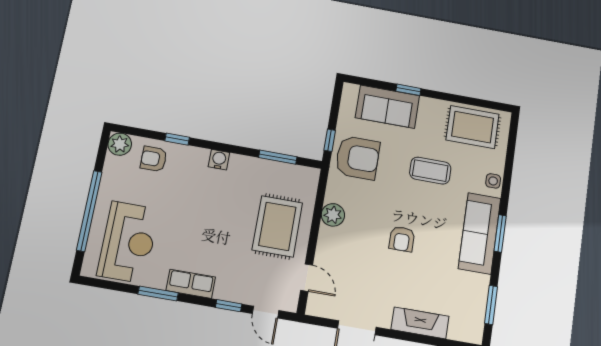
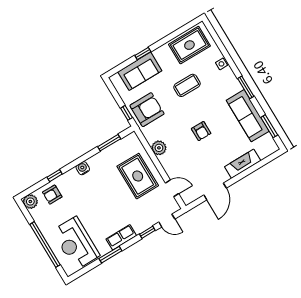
sofa: (480, 233) -> (248, 116), moved
reception desk: (128, 242) -> (76, 243), turned 180

